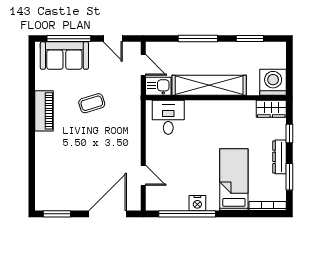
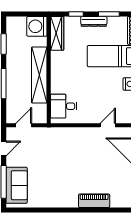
kitchen sink: (158, 86) -> (40, 114), removed
coffee table: (92, 103) -> (53, 164), removed
wardrobe: (271, 109) -> (57, 33), width x1.50
piano: (44, 111) -> (94, 201), moved

